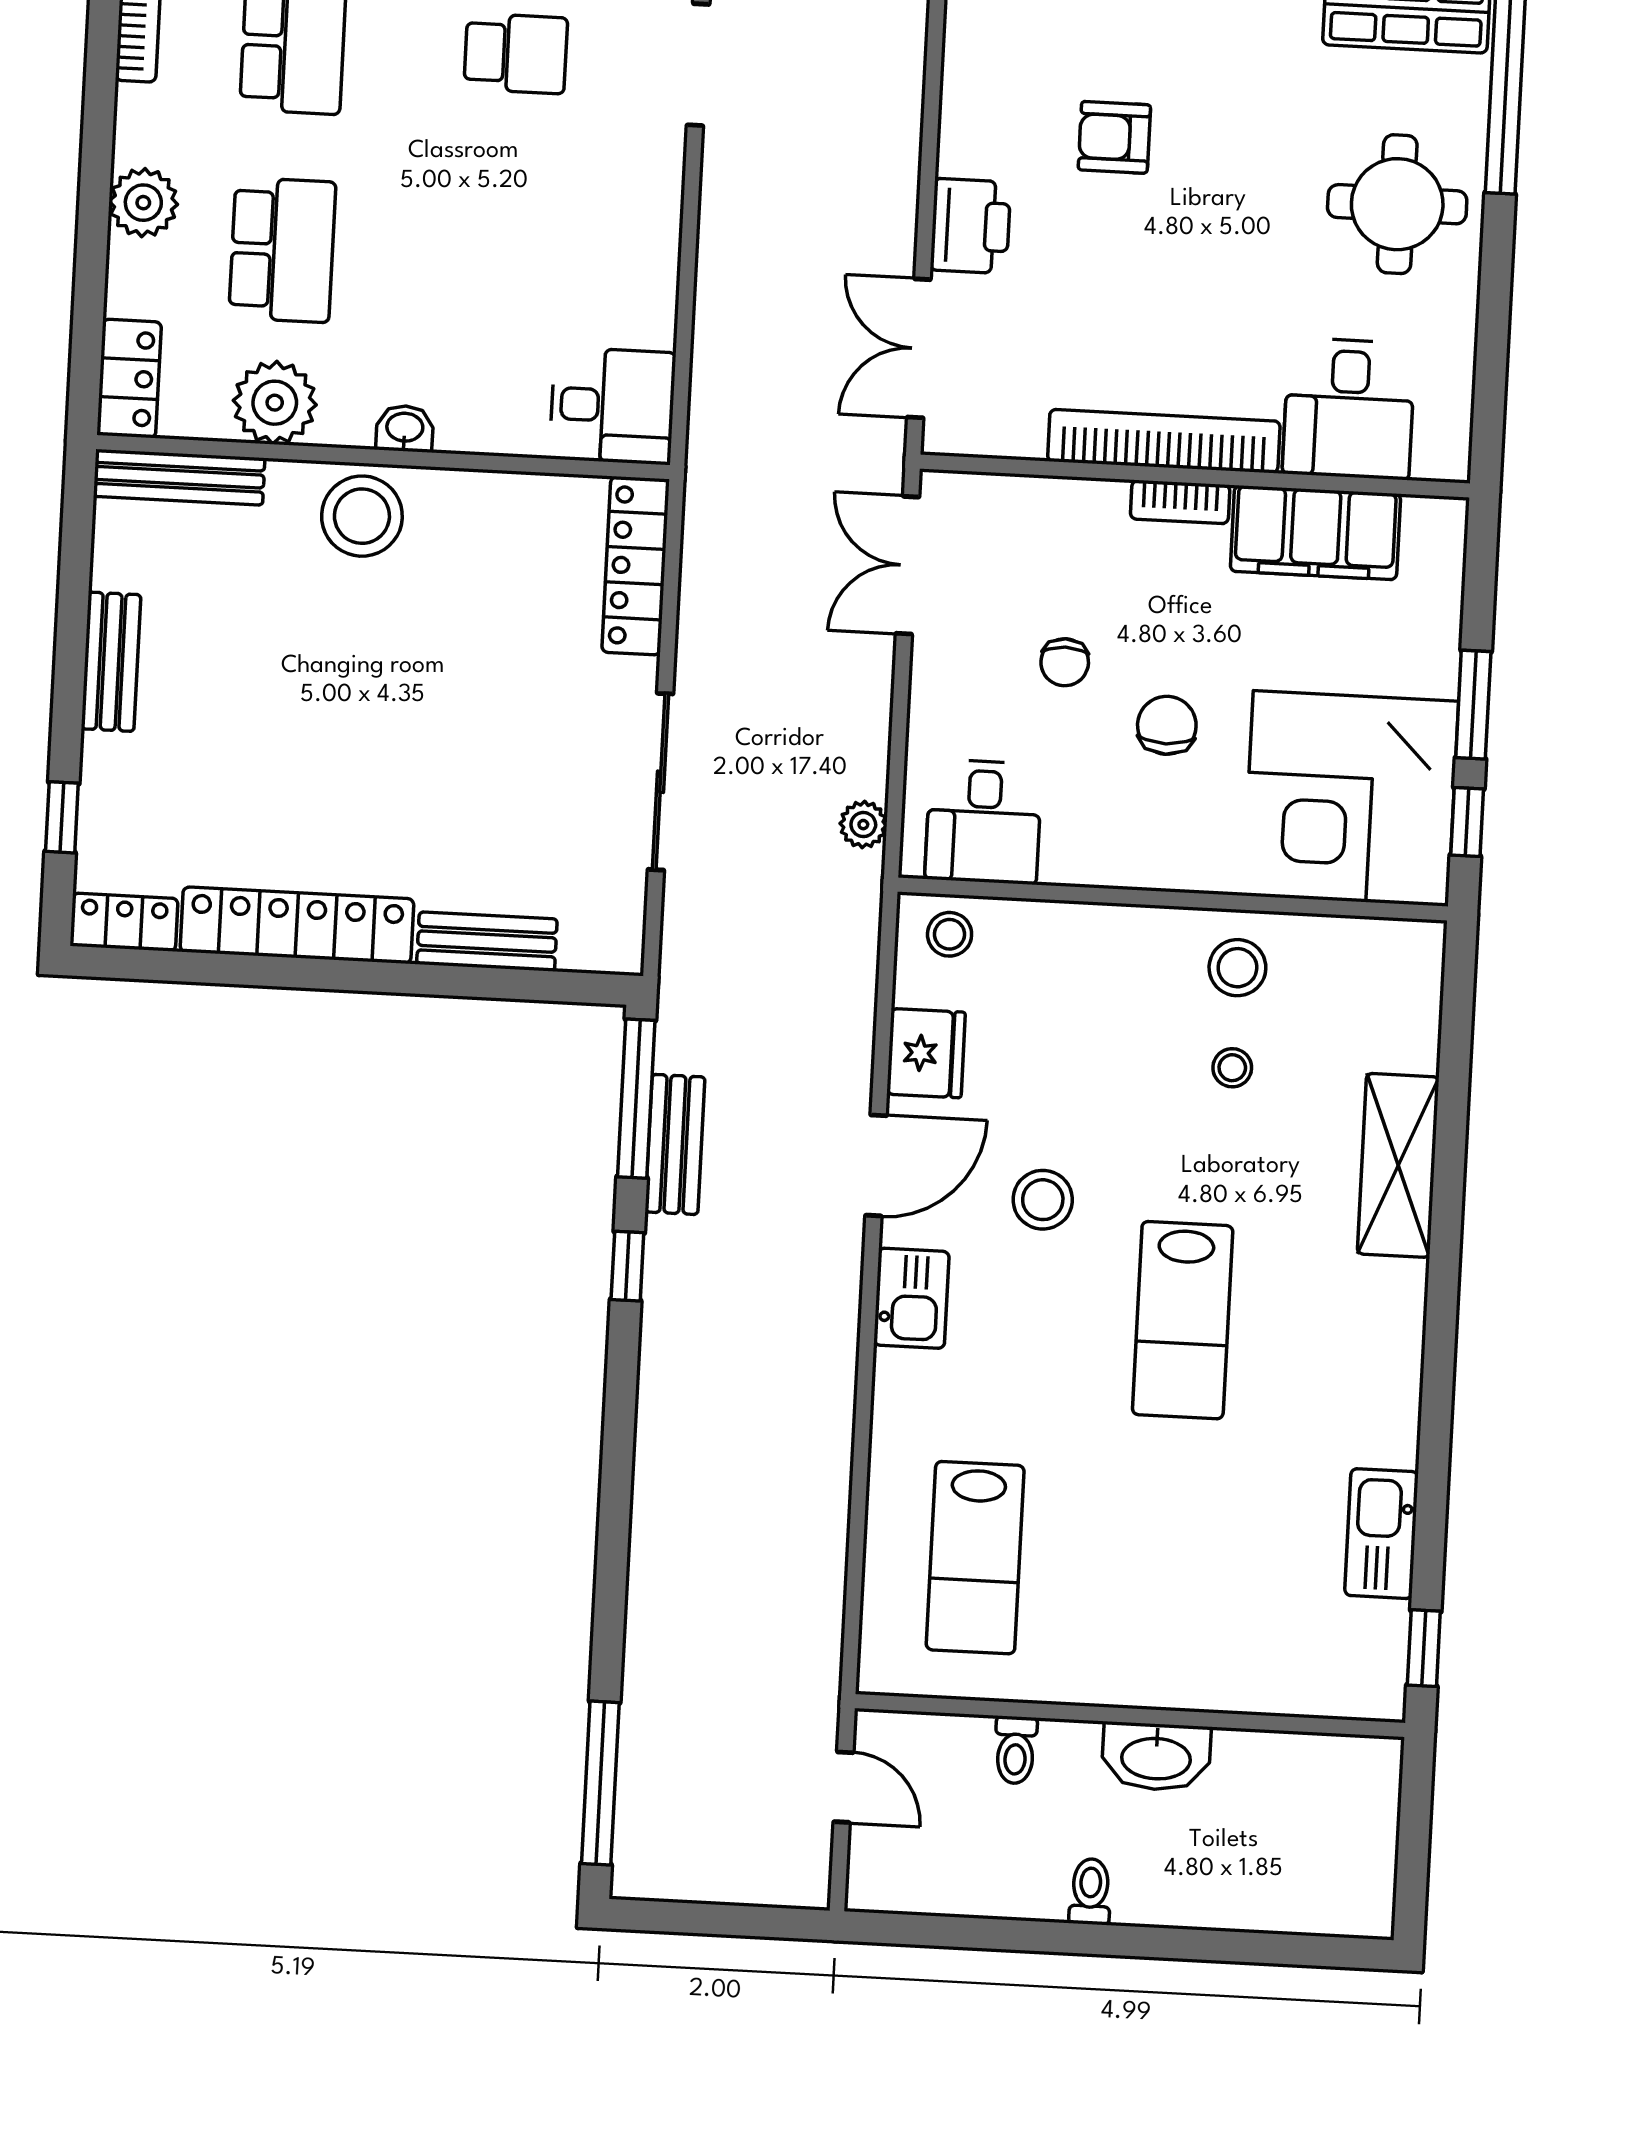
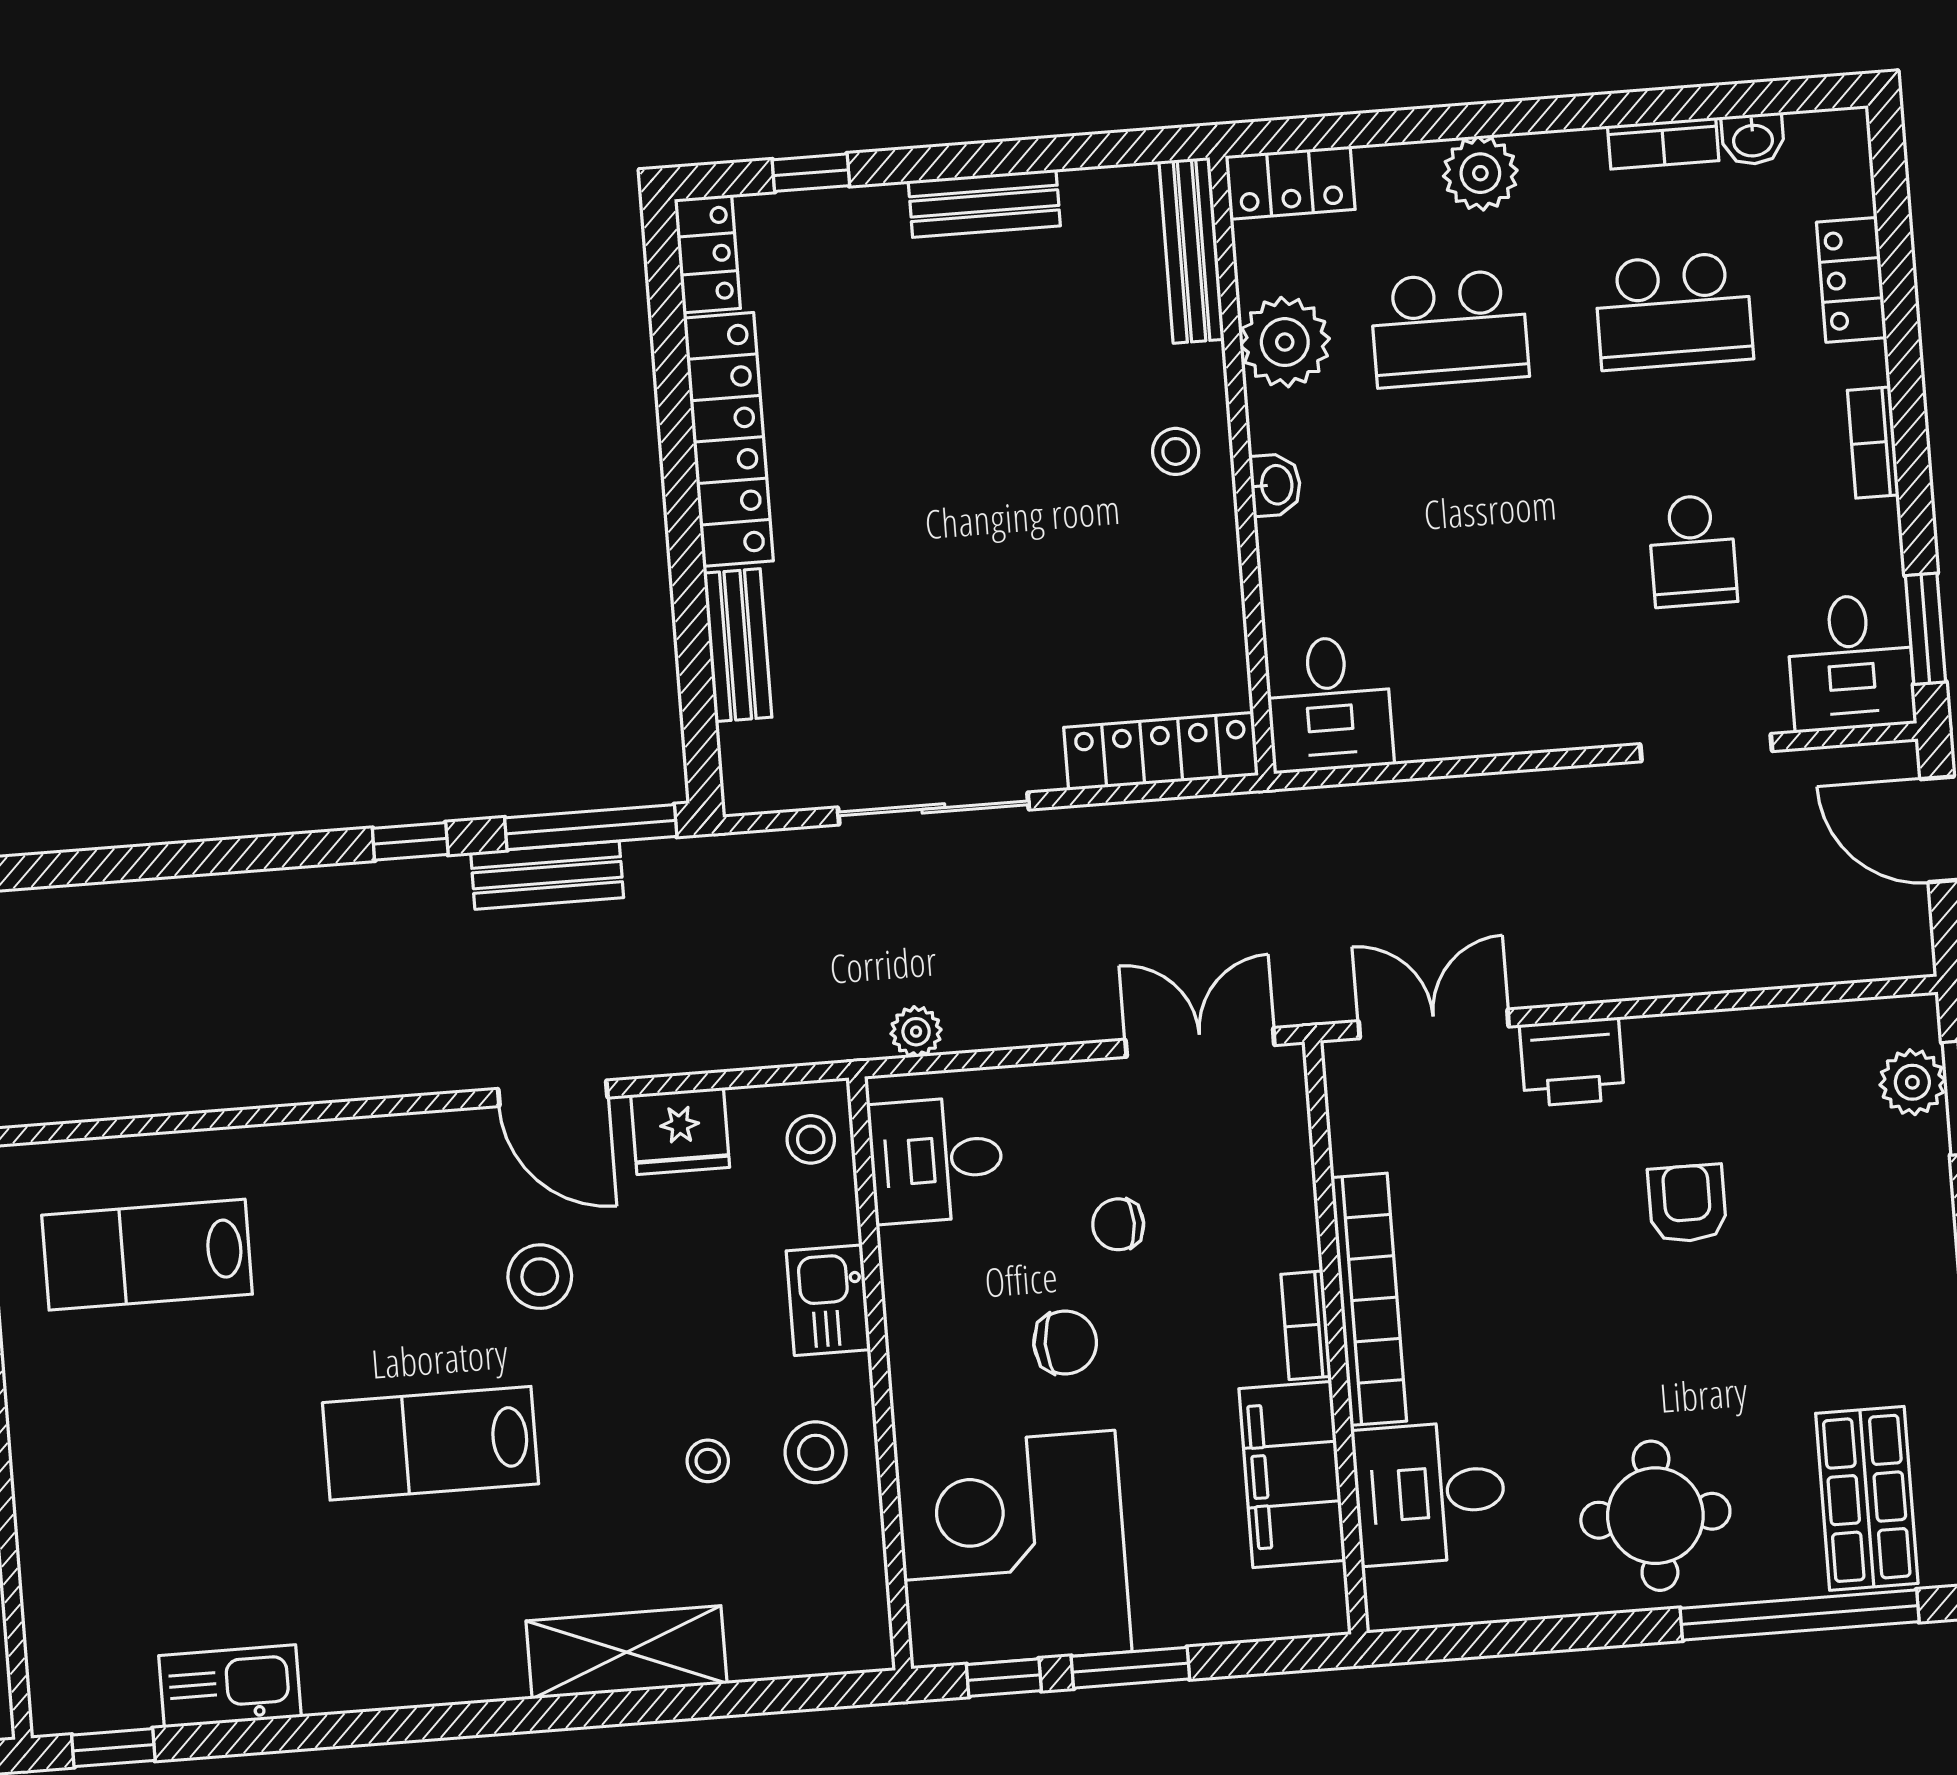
stool: (362, 516) -> (1176, 451), width x0.53, depth x0.53
kitchen sink: (911, 1298) -> (828, 1300), moved, turned 90

